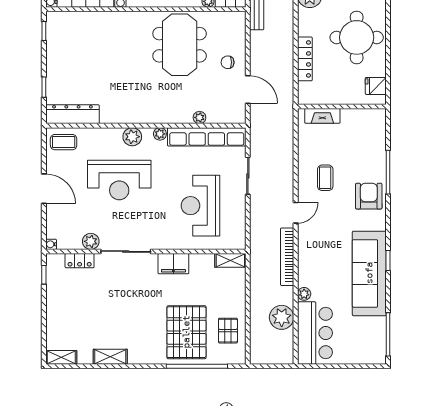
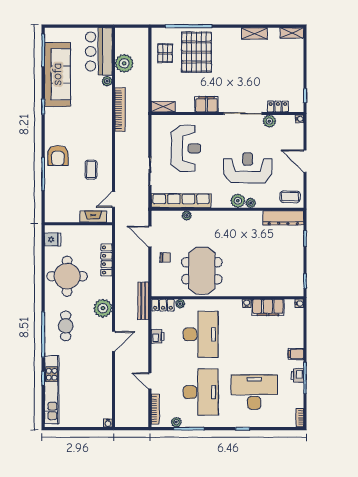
plant: (160, 134) -> (251, 203), moved
door: (296, 213) -> (113, 199), moved
sofa: (369, 273) -> (57, 74), moved

